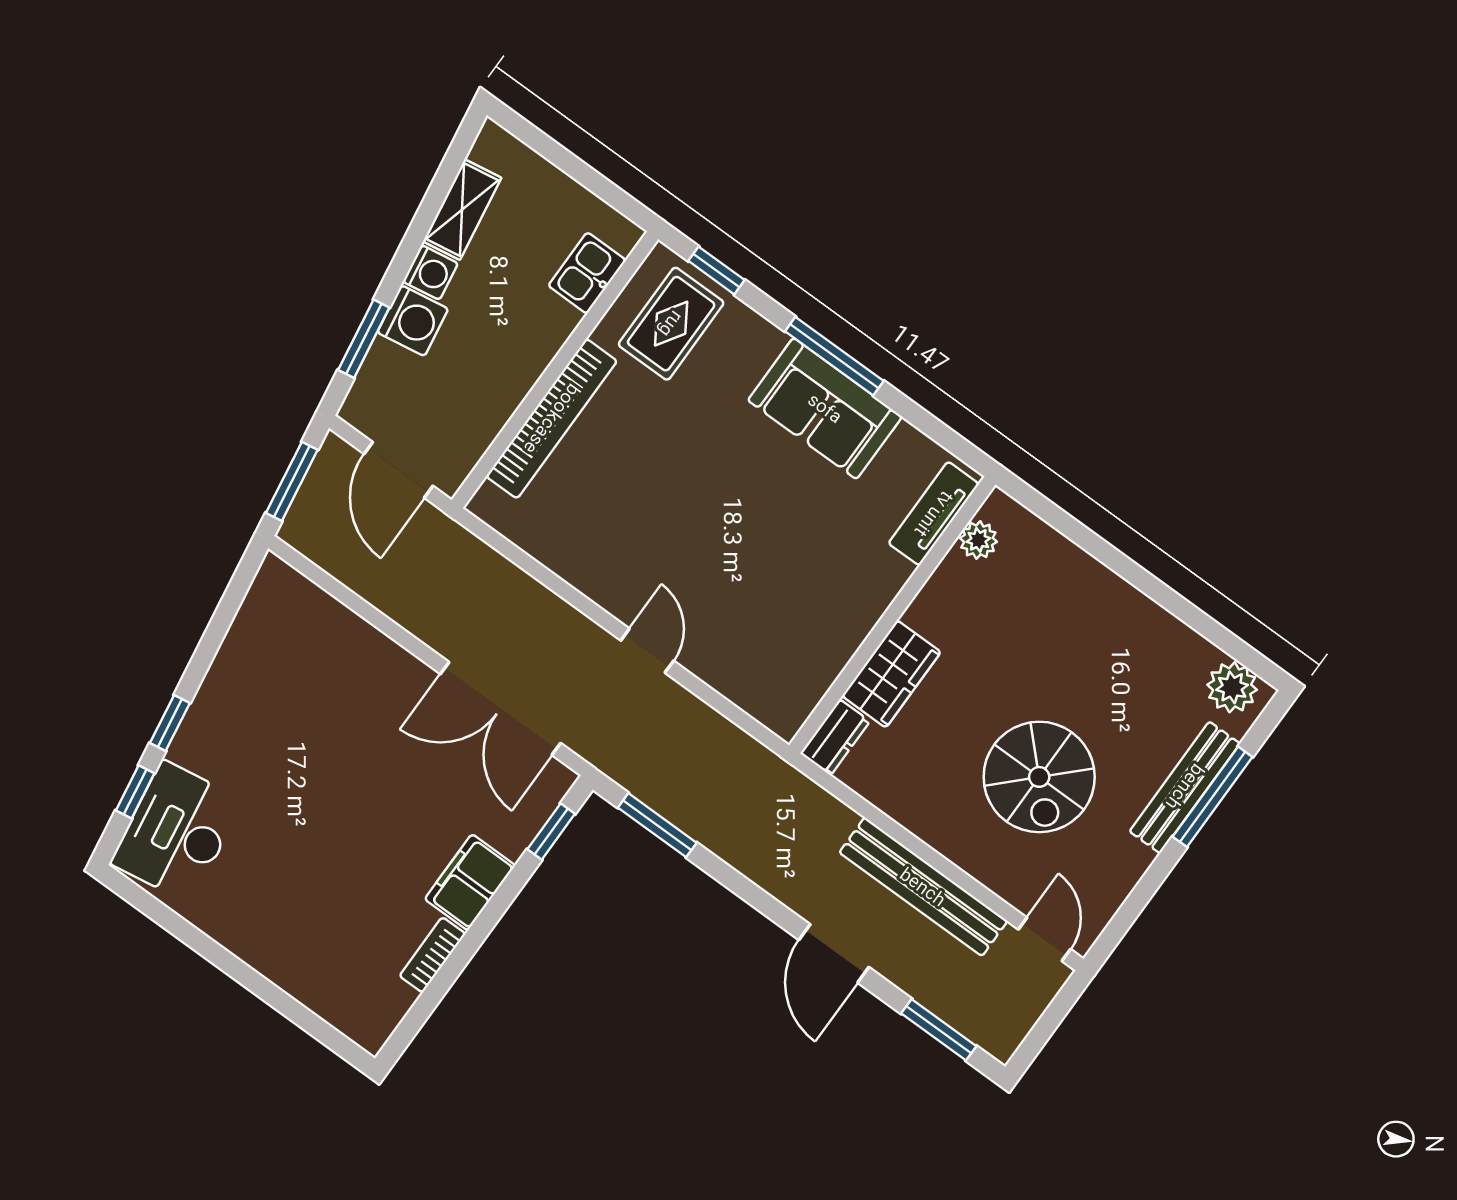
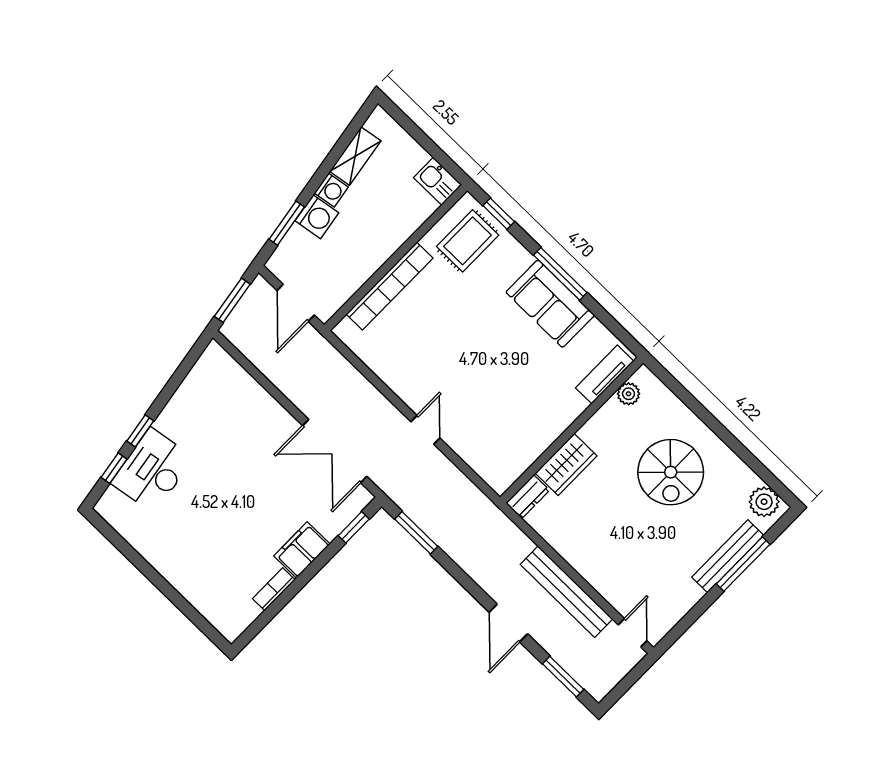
kitchen sink: (587, 273) -> (438, 181), moved, turned -90
spiral stairs: (1039, 777) -> (671, 472), moved
desk: (177, 832) -> (152, 470), moved

